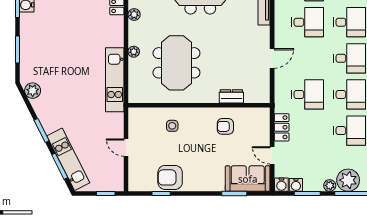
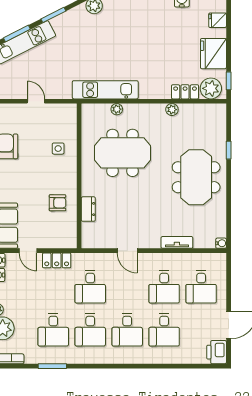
plant: (134, 52) -> (117, 109), moved
armchair: (225, 126) -> (58, 203), turned 90
door: (126, 148) -> (36, 101), hinge flipped
door: (272, 155) -> (28, 251), swing flipped

